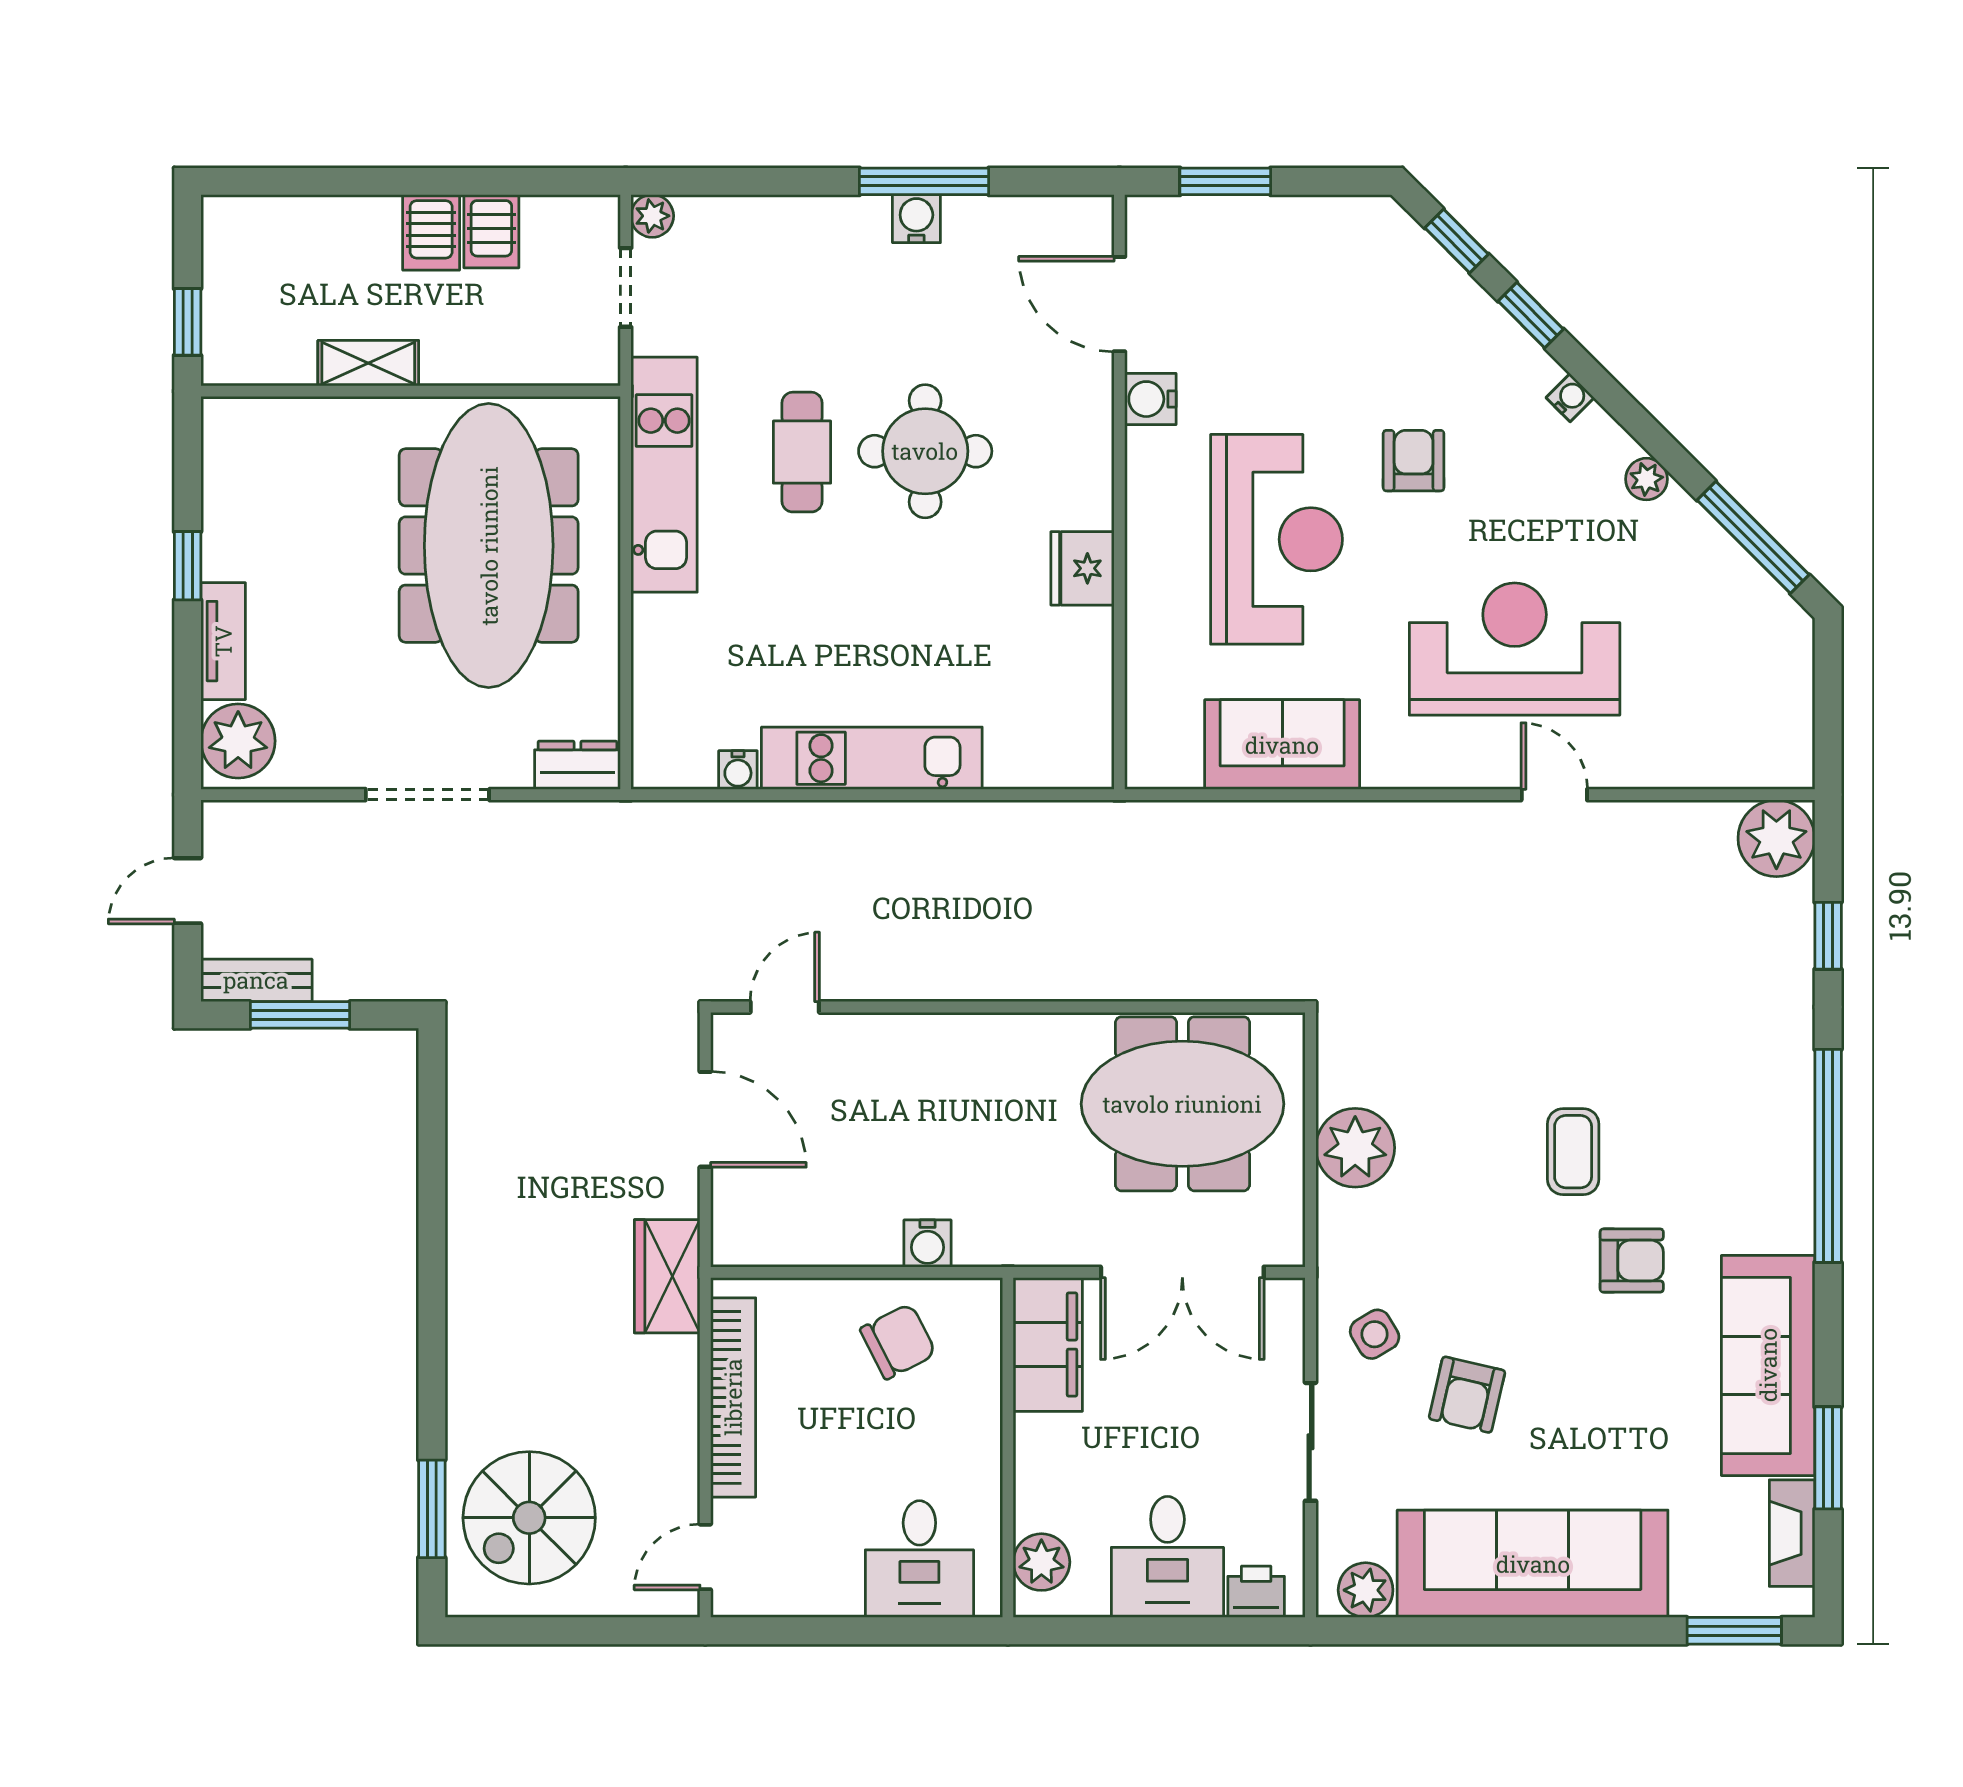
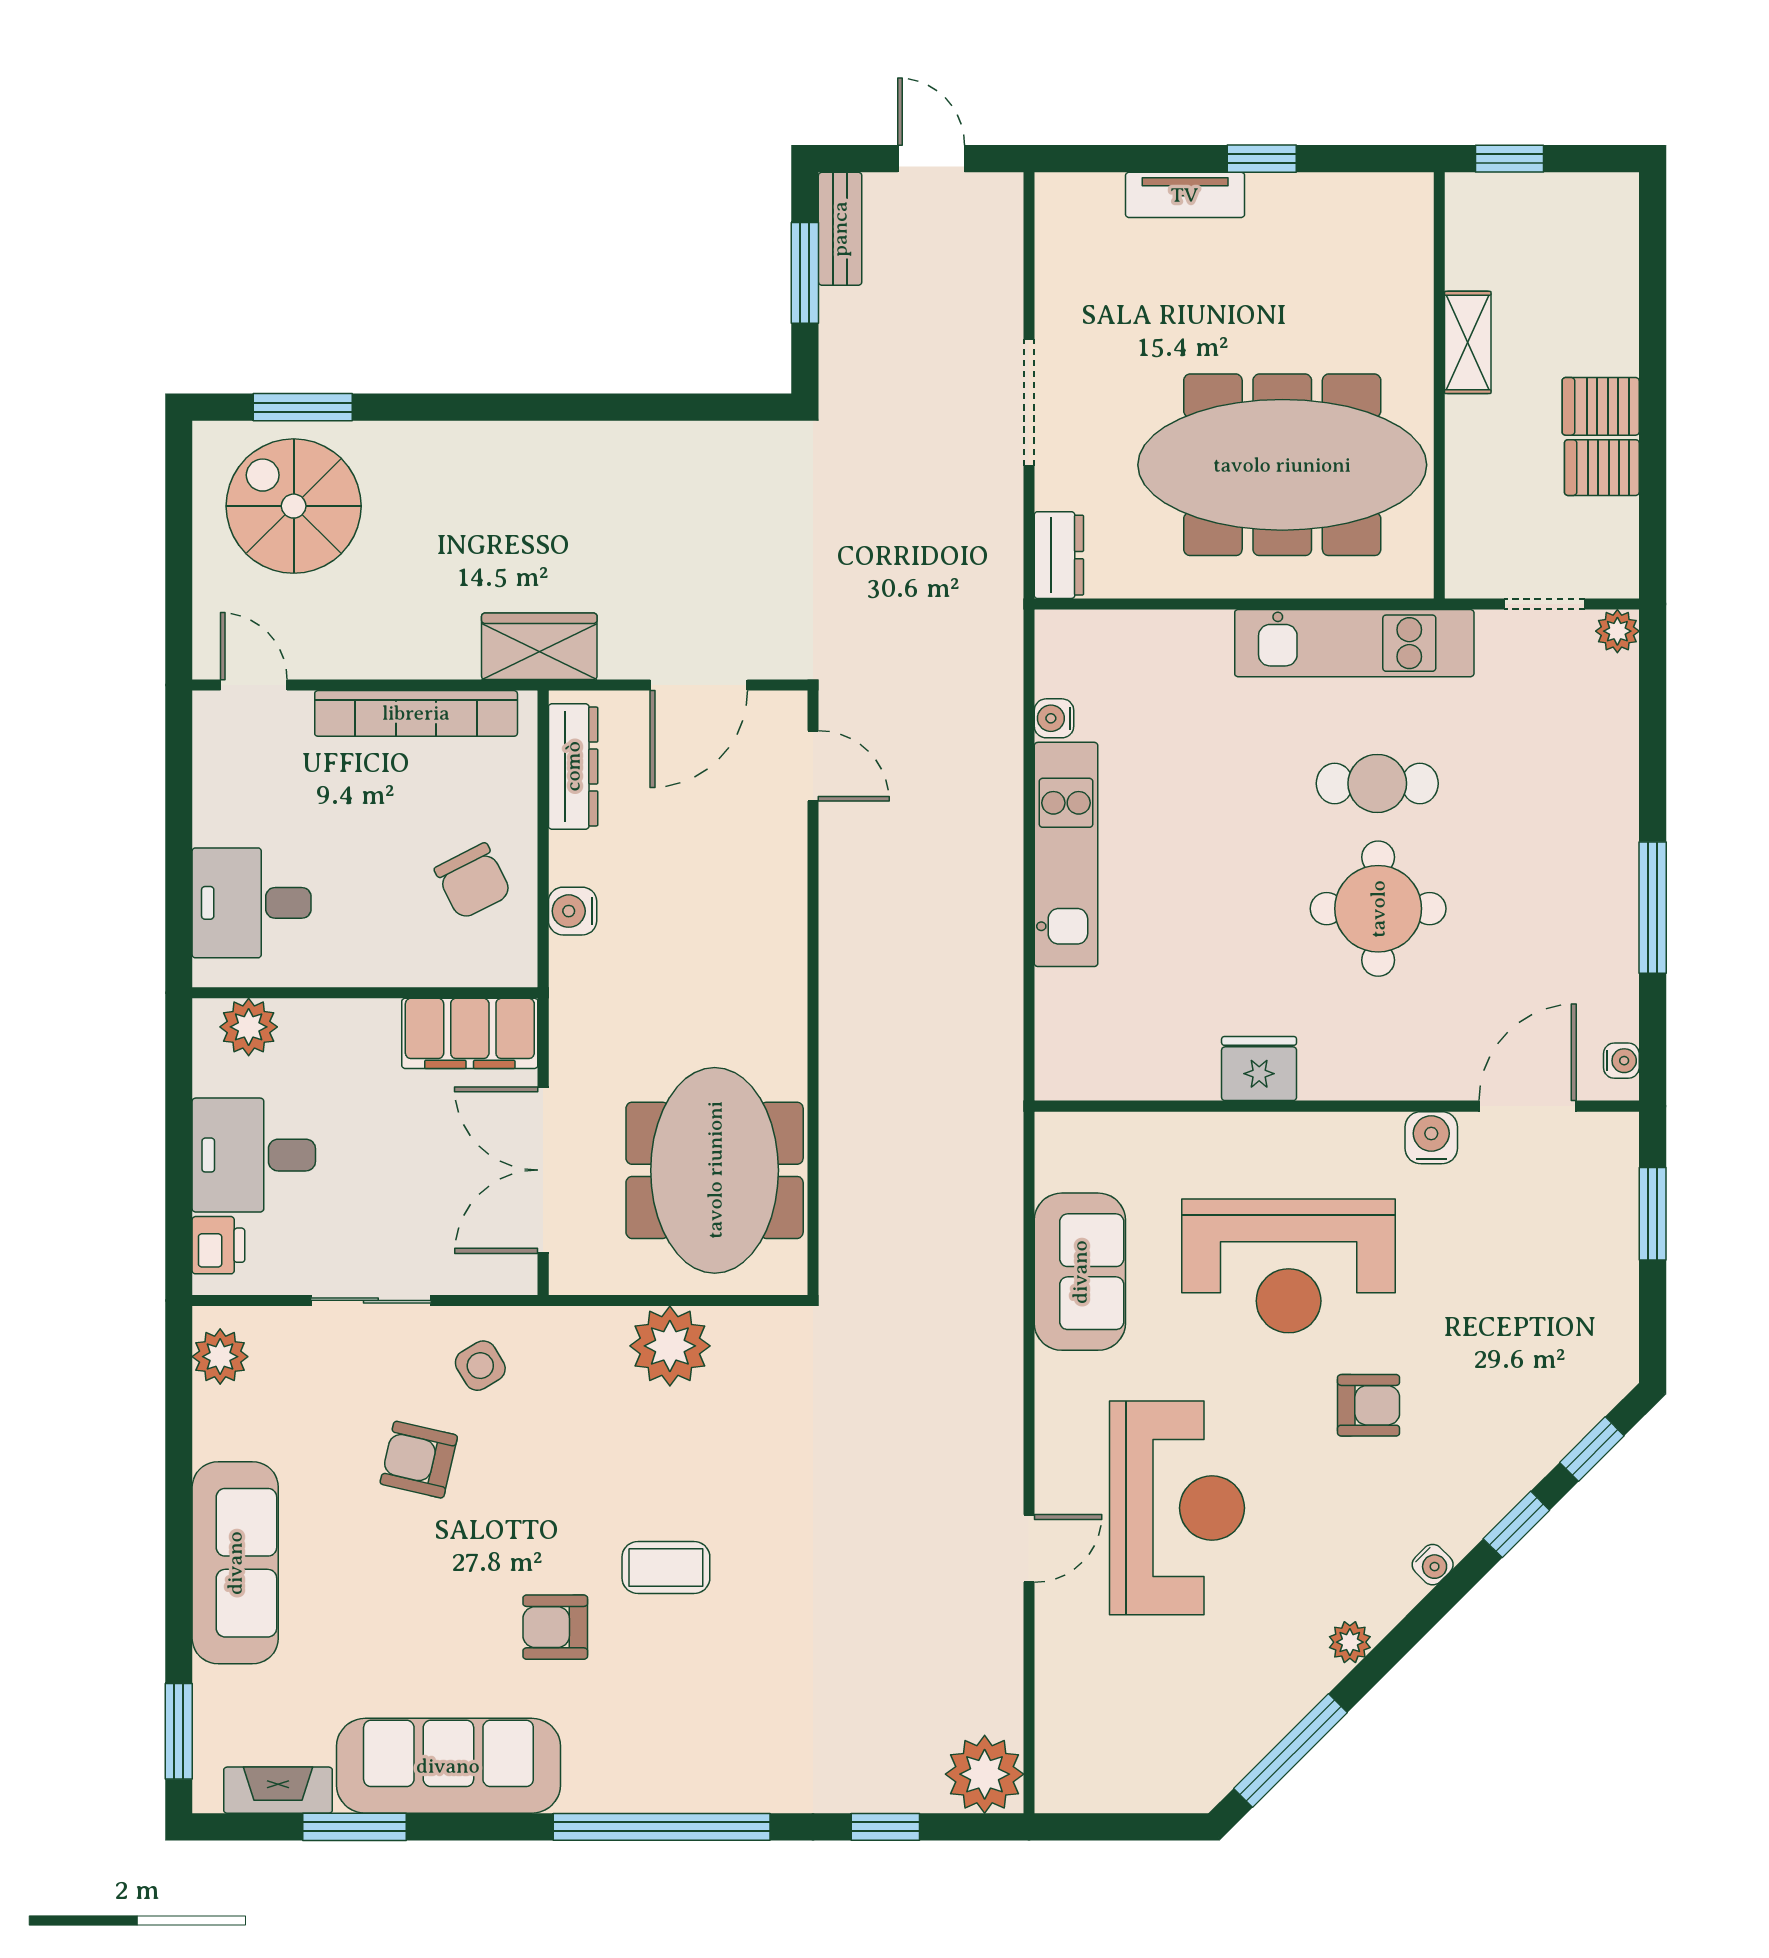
water cooler: (916, 219) -> (1621, 1061), moved, width x0.72, depth x0.72
plant: (238, 741) -> (1084, 210), removed
dresser: (785, 1243) -> (573, 766), added
armchair: (1632, 1261) -> (555, 1627), turned 90
sofa: (1533, 1564) -> (235, 1563), width x0.74, depth x0.79

